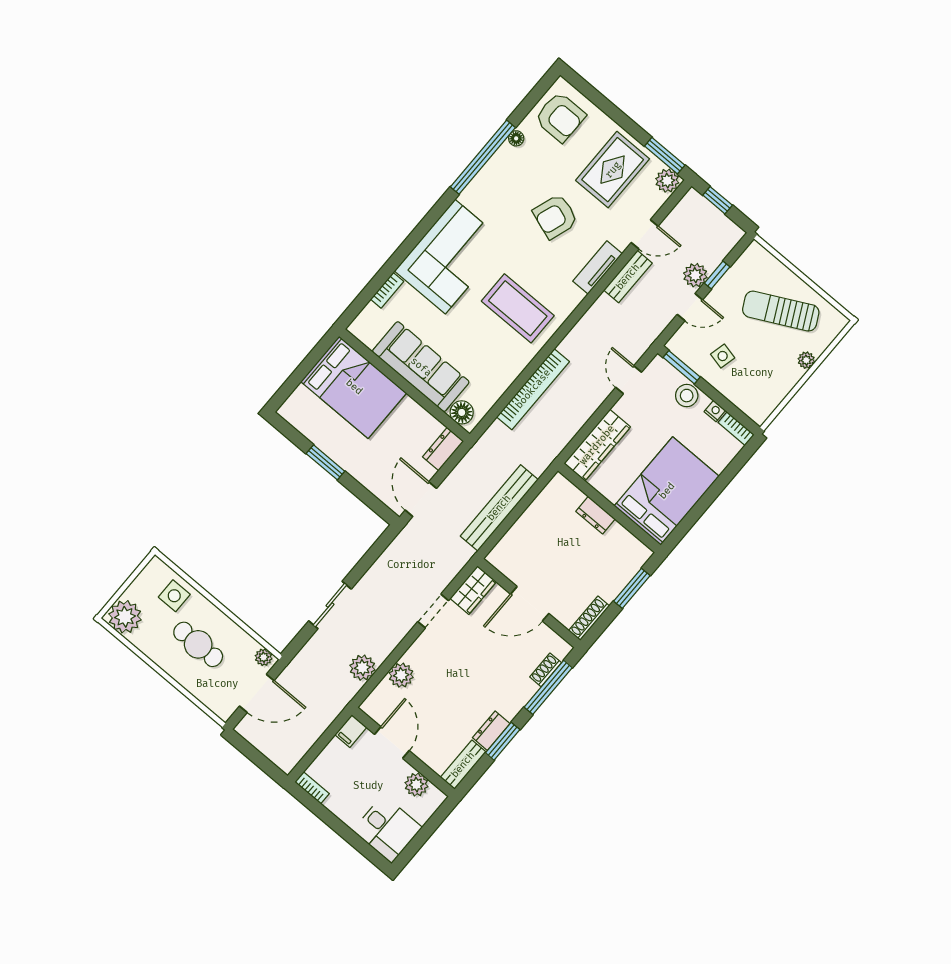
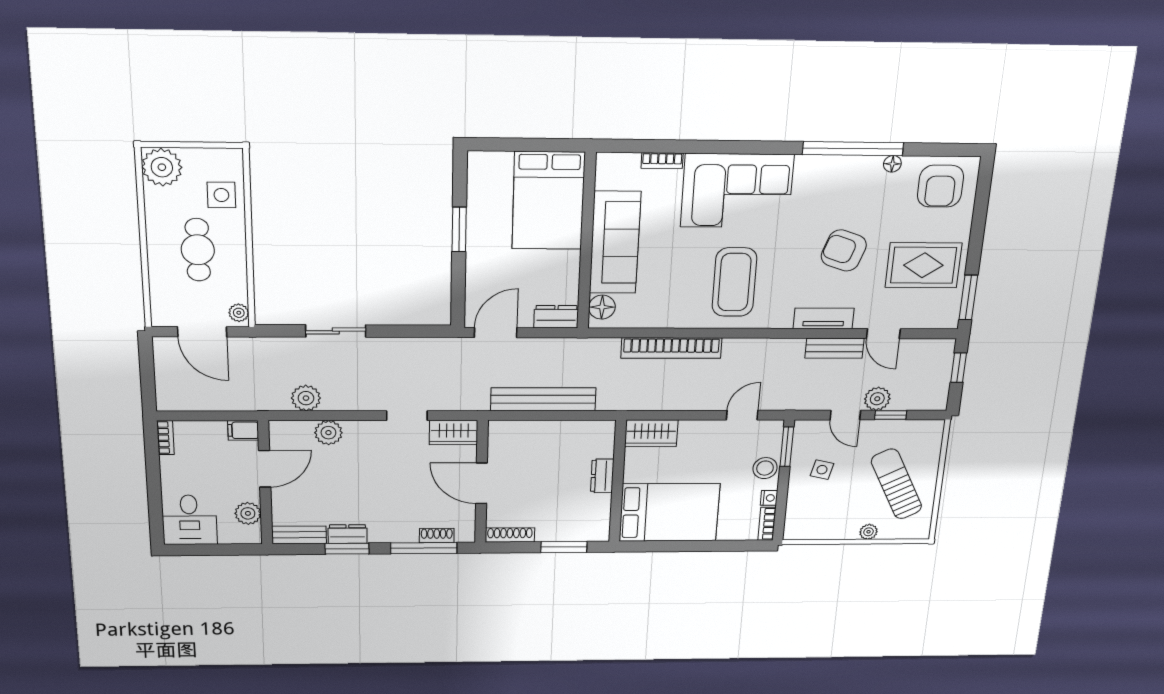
plant: (667, 181) -> (947, 316), removed
wardrobe: (597, 445) -> (651, 433), width x0.67

